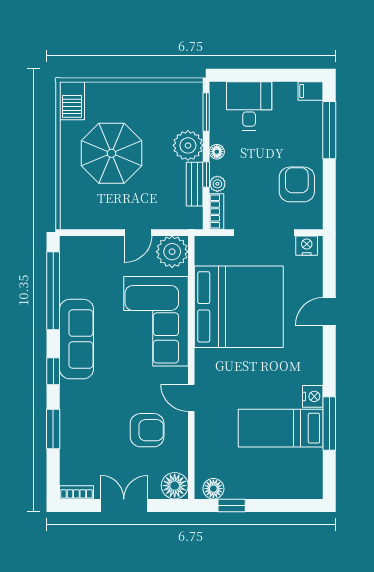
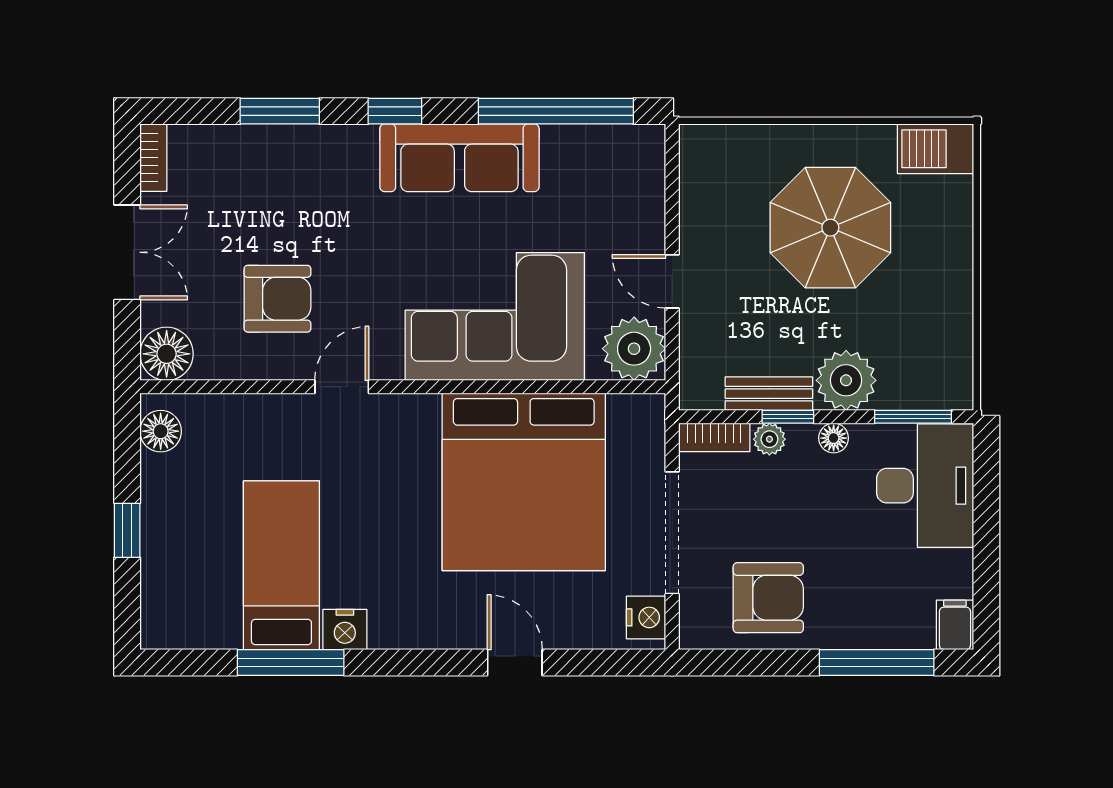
desk: (249, 106) -> (925, 486), width x1.37
armchair: (147, 430) -> (277, 299), turned -90
window: (232, 505) -> (127, 530), moved

